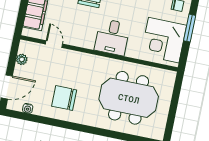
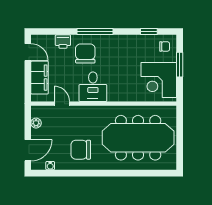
desk: (112, 37) -> (93, 87), moved
meeting table: (129, 98) -> (138, 138), width x1.36

